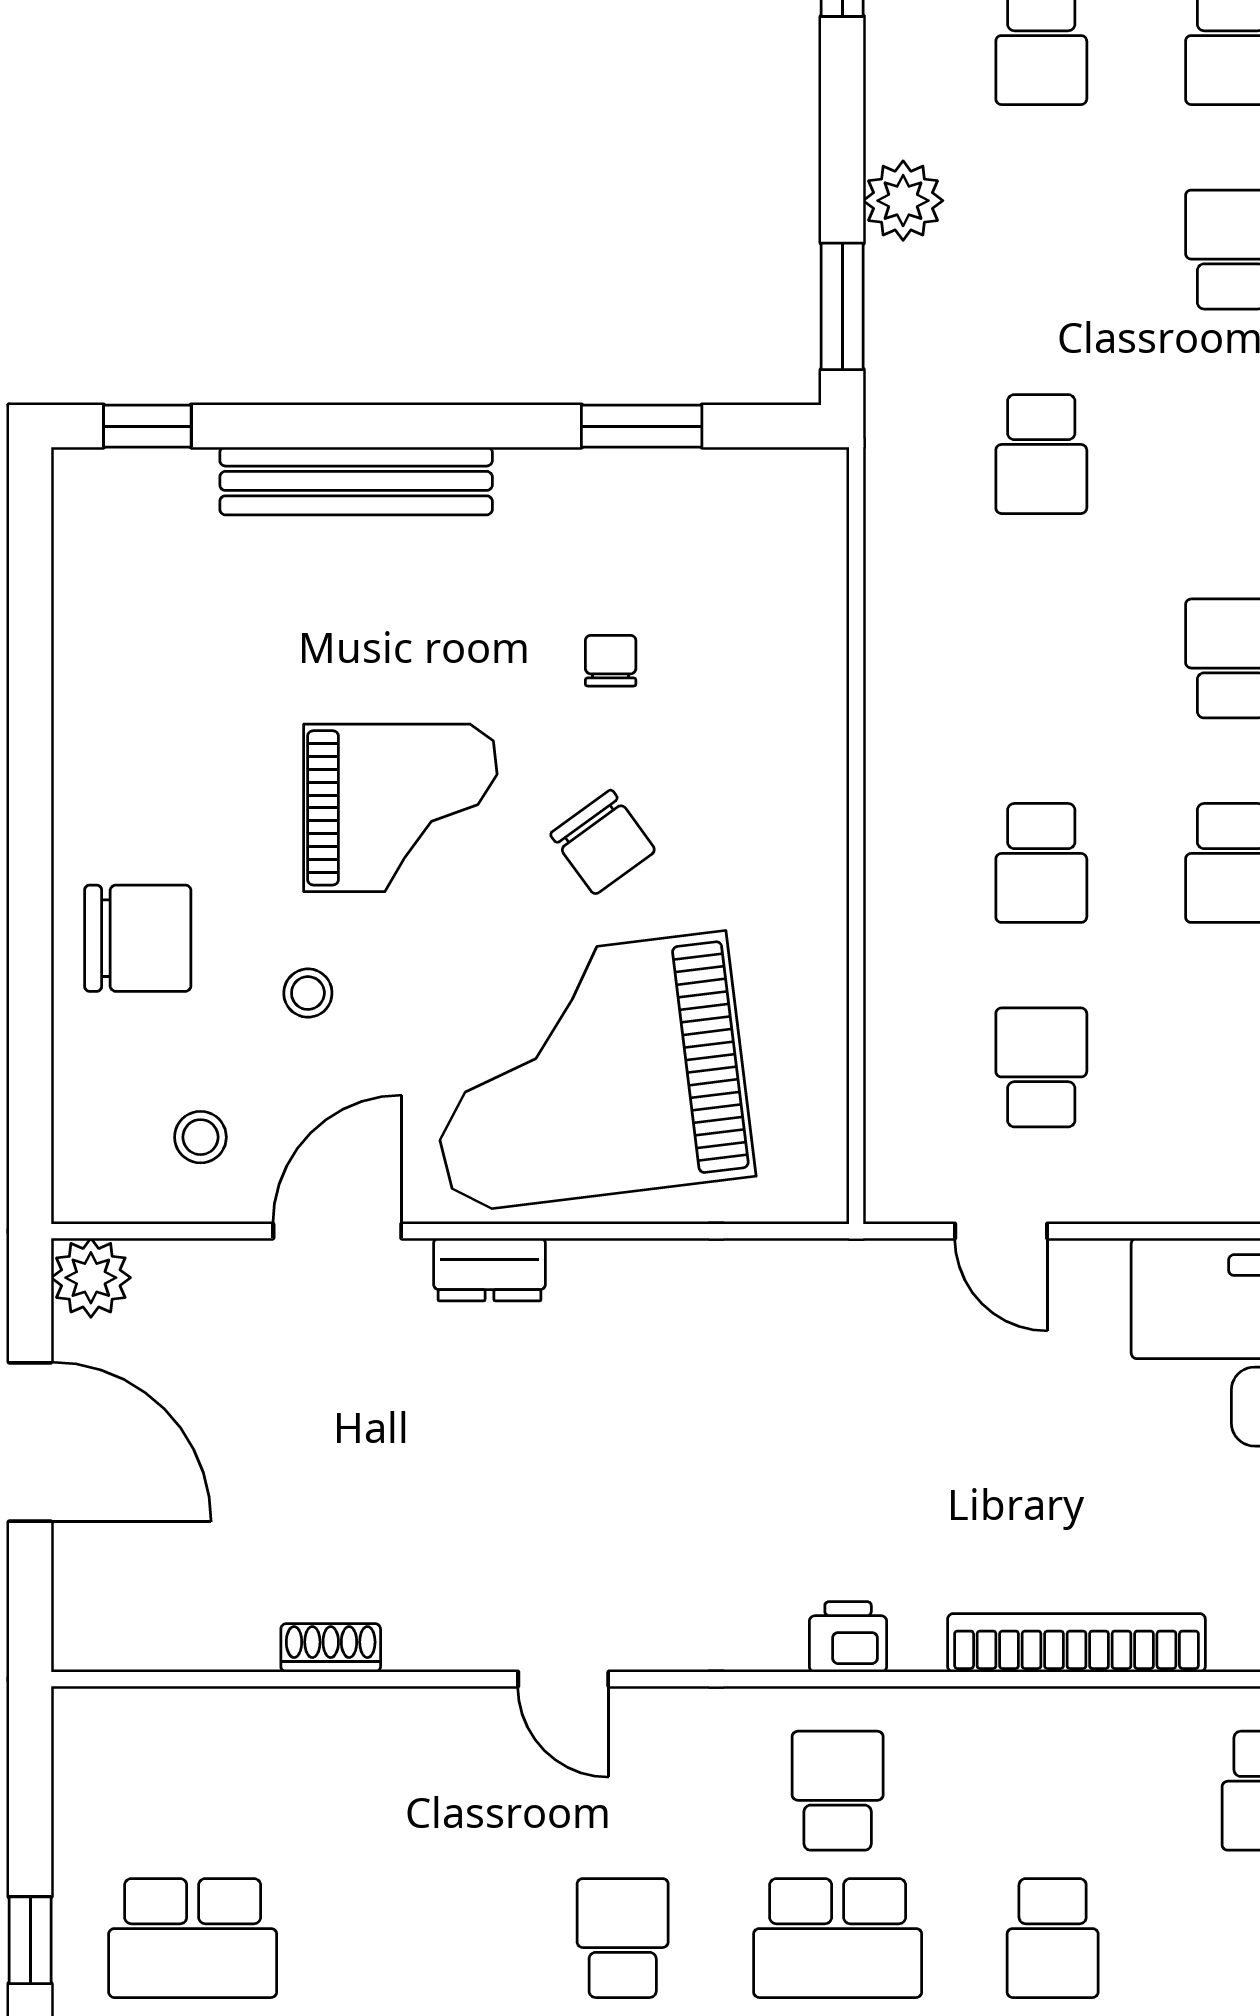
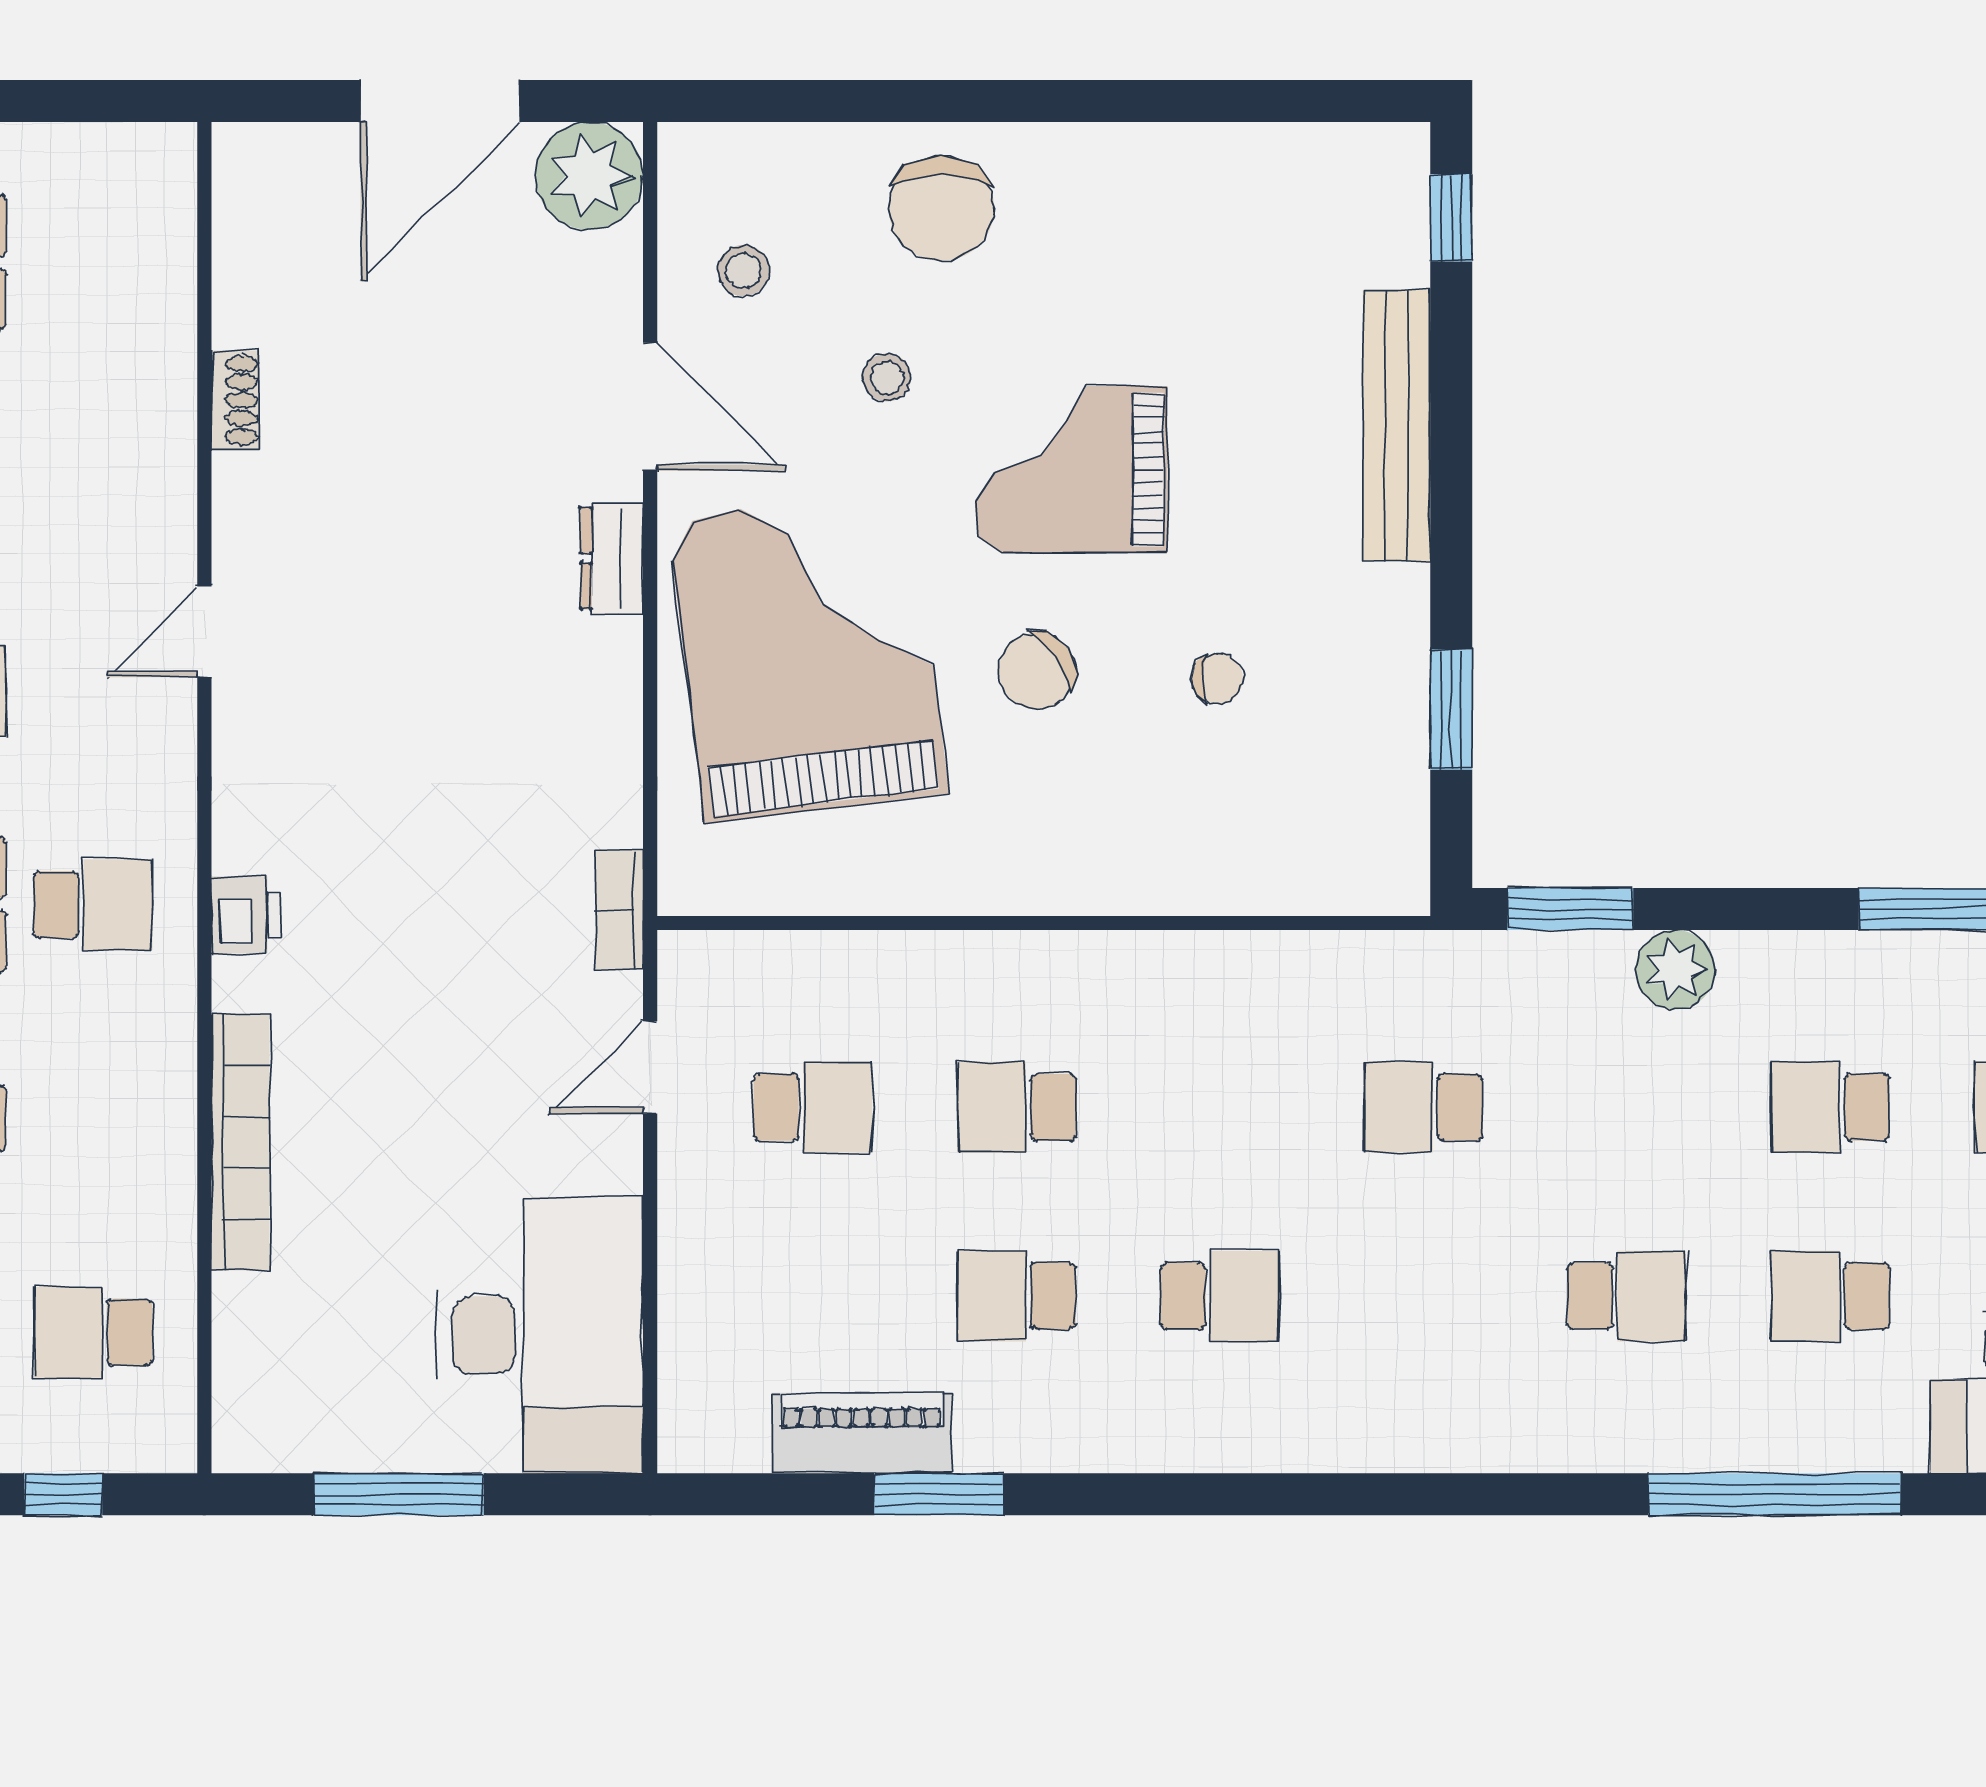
grand piano: (400, 808) -> (1071, 470), turned 90
bookcase: (843, 1262) -> (619, 910), added
plant: (91, 1278) -> (589, 176), width x1.36, depth x1.36

